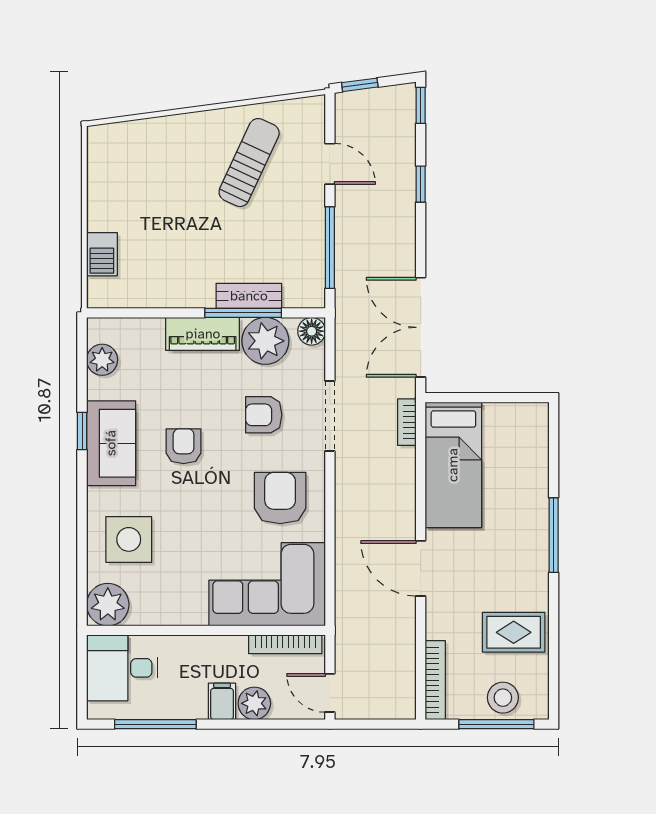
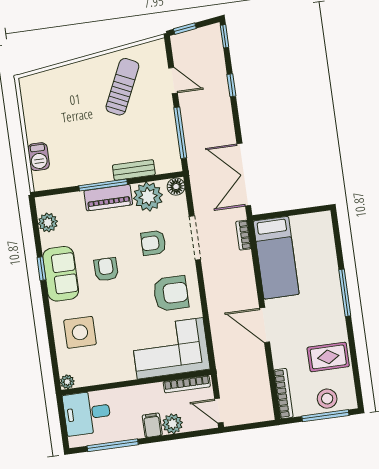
window: (243, 313) -> (103, 185), moved
armchair: (280, 498) -> (171, 293), turned 90
plant: (108, 605) -> (67, 382), width x0.53, depth x0.53

